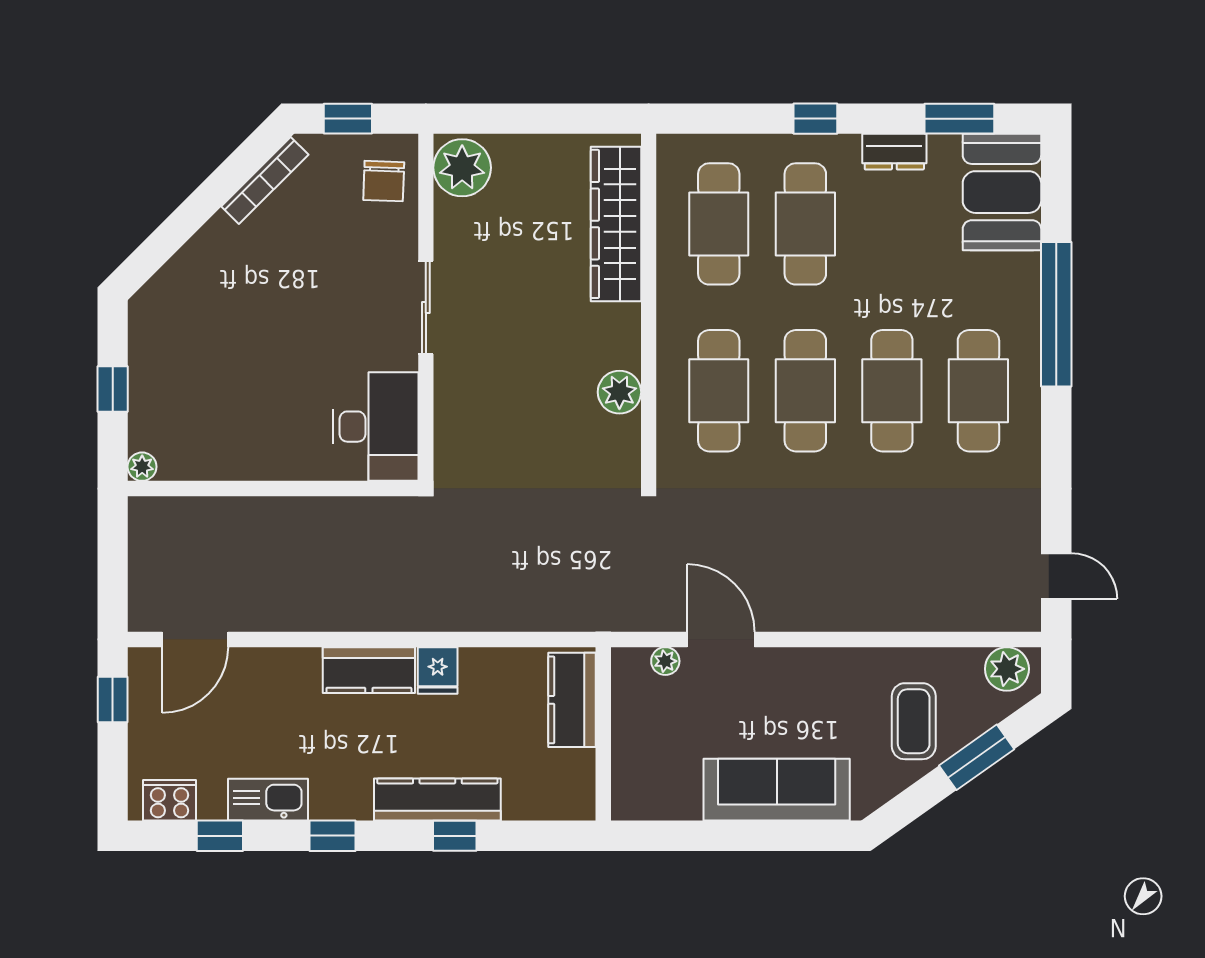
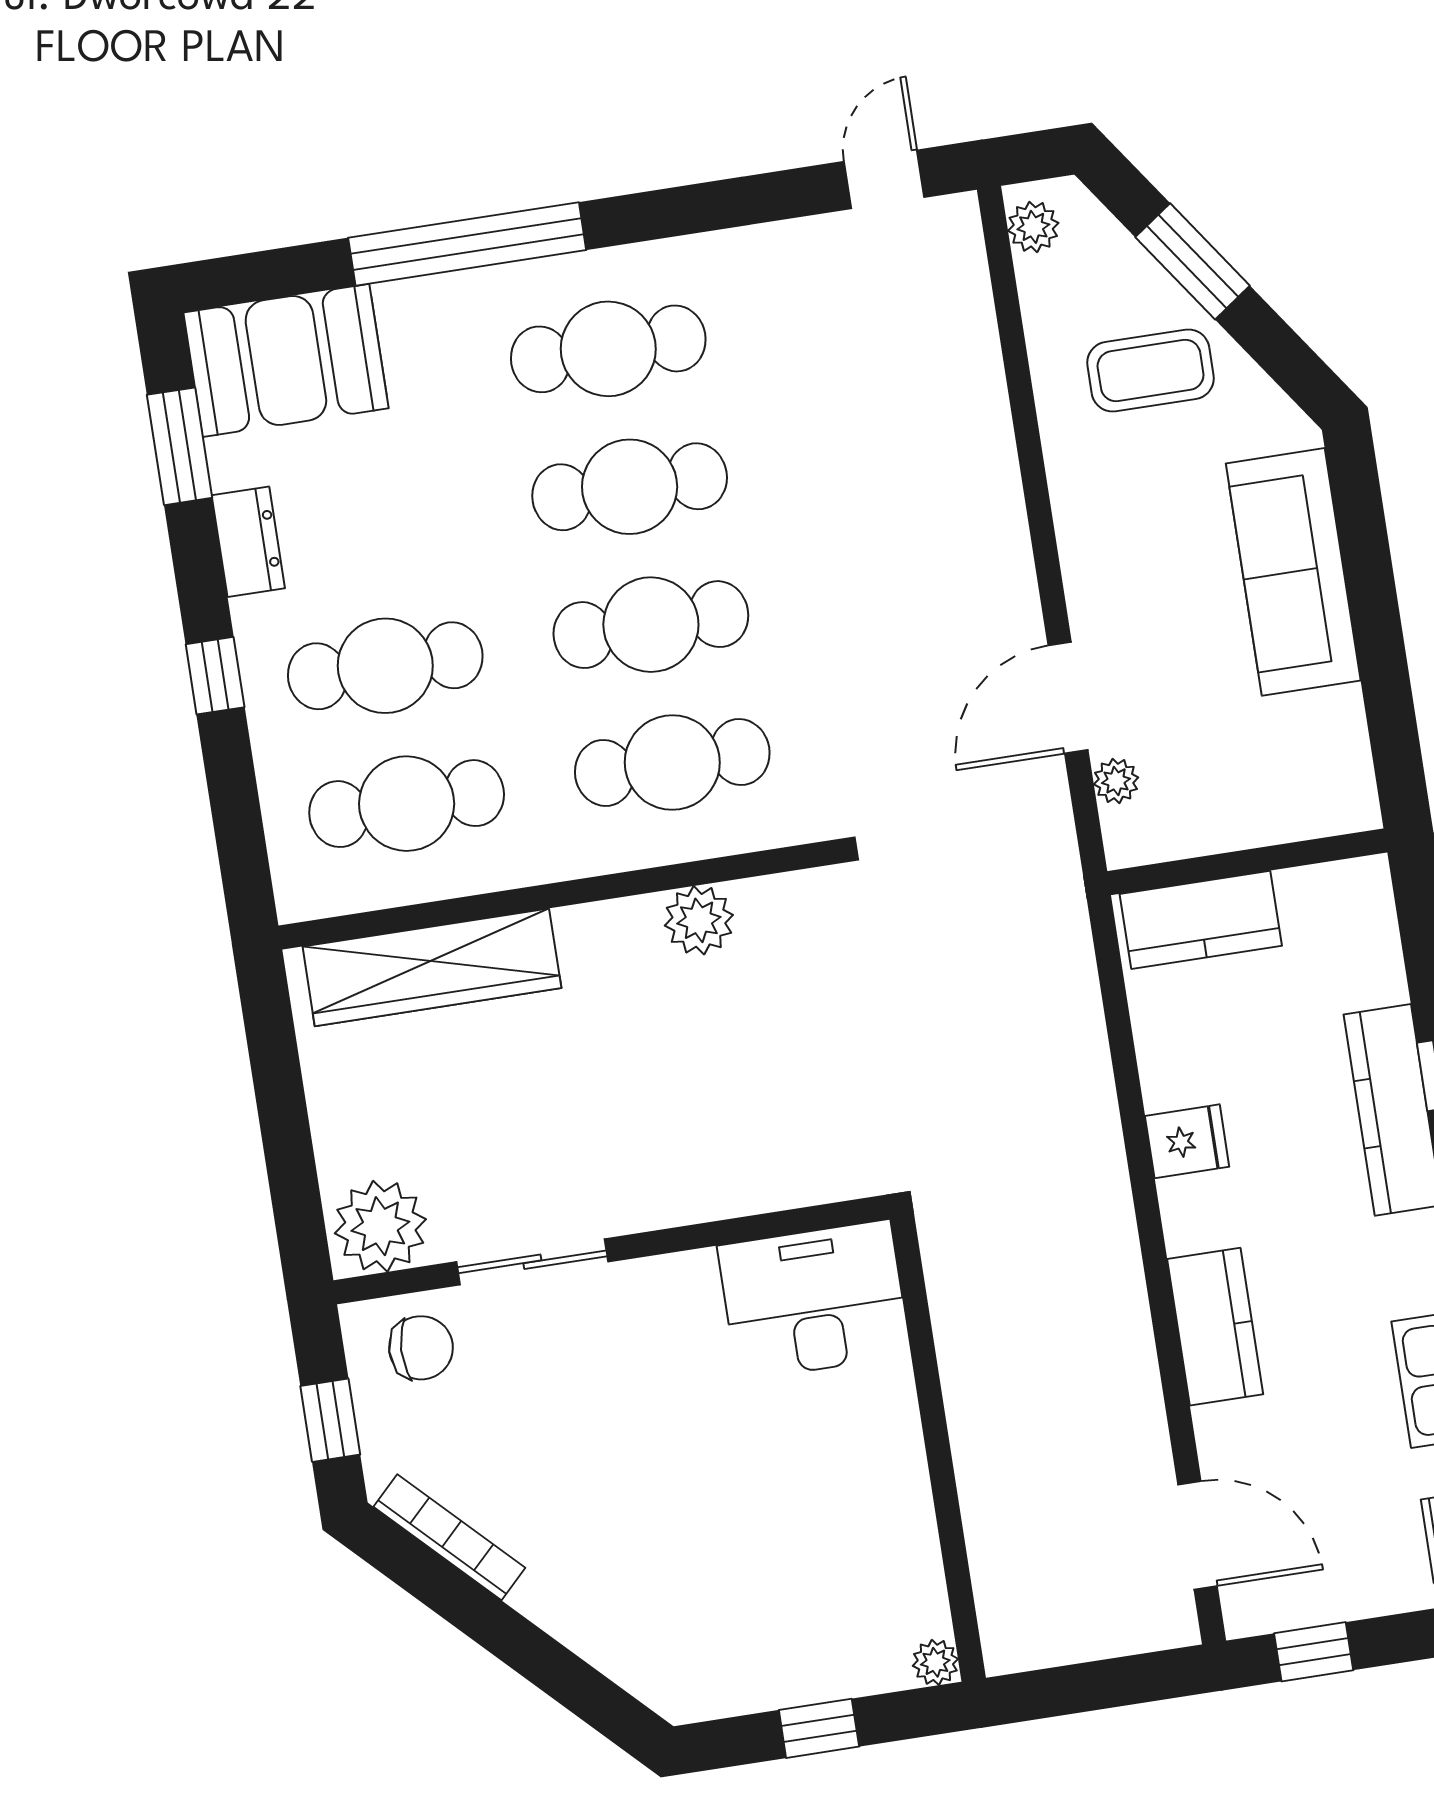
sliding door: (426, 307) -> (532, 1262), moved
plant: (1007, 669) -> (1033, 227), width x0.73, depth x0.73
kitchen counter: (369, 670) -> (1215, 1327), moved

